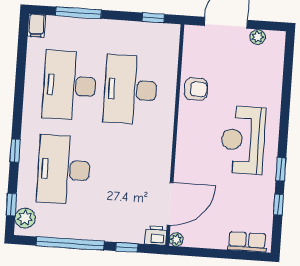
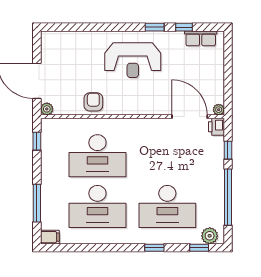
plant: (258, 37) -> (47, 109), moved
row of seats: (247, 242) -> (201, 38), moved, turned -90

